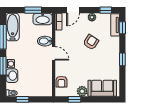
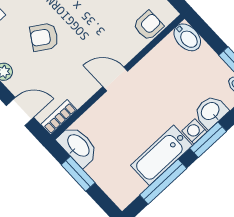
bathtub: (13, 27) -> (162, 155), moved
bidet: (45, 41) -> (187, 37), moved
door: (54, 53) -> (115, 79), hinge flipped

